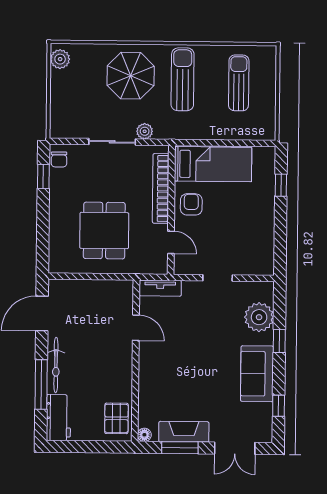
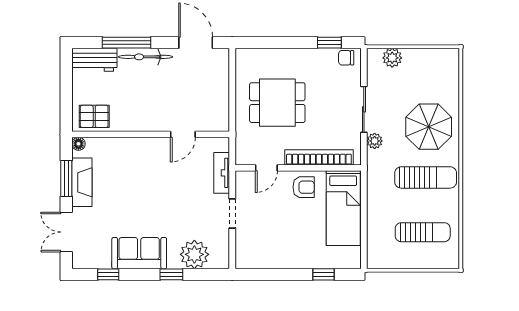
plant: (60, 59) -> (392, 58), moved
tv unit: (160, 288) -> (222, 173), moved

